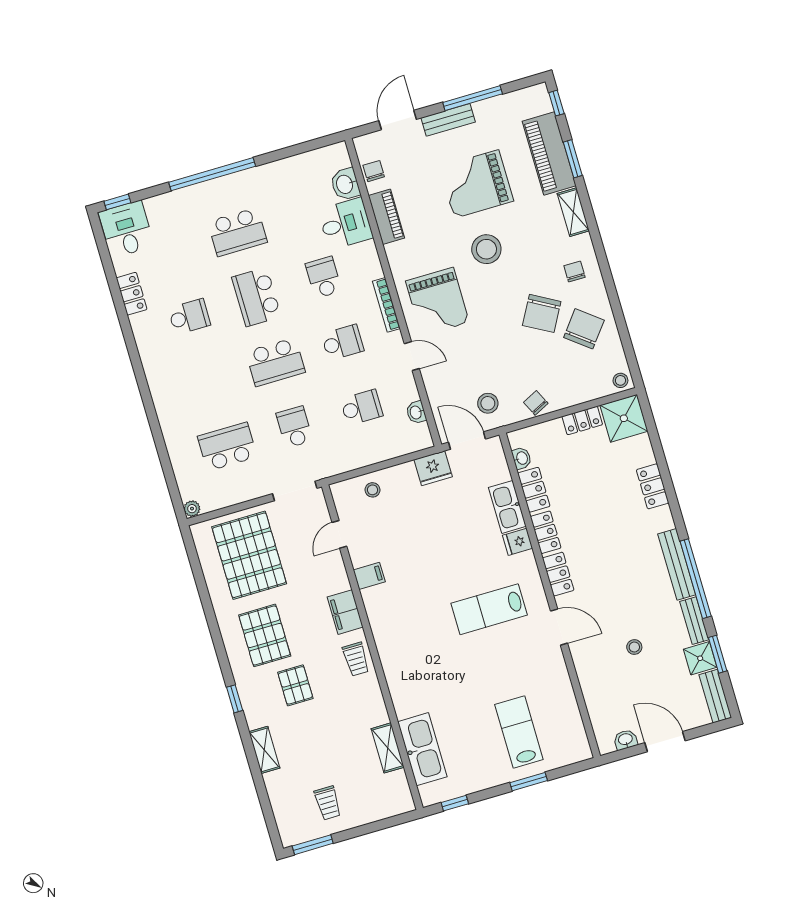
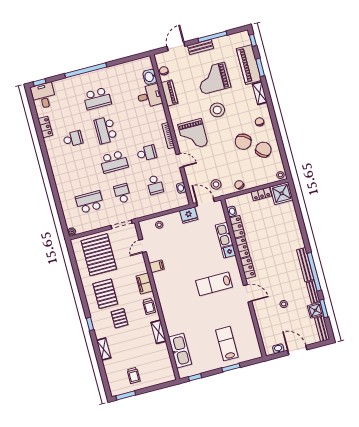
school desk: (324, 277) -> (138, 121), removed
school desk: (362, 407) -> (155, 185), turned 90
locker: (653, 486) -> (295, 227), removed
shelving: (388, 748) -> (158, 332), moved

